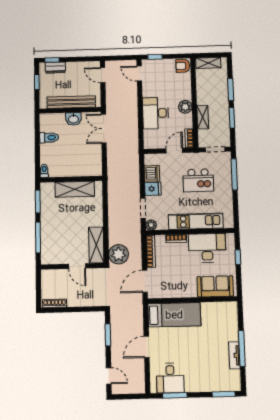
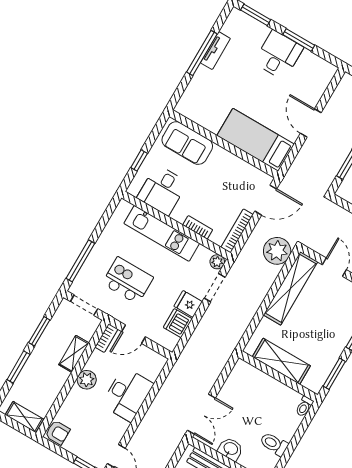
shelving: (96, 245) -> (291, 288), width x1.47
desk: (207, 248) -> (162, 190), width x0.73
door: (147, 347) -> (311, 123), swing flipped
desk: (170, 378) -> (278, 55), moved
window: (175, 395) -> (299, 40), moved

